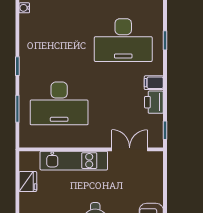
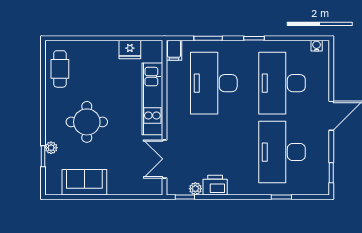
desk: (59, 40) -> (282, 83), added
filing cabinet: (154, 83) -> (174, 50), moved, turned 180
plant: (157, 121) -> (195, 189), added
double door: (130, 149) -> (164, 159), swing flipped

